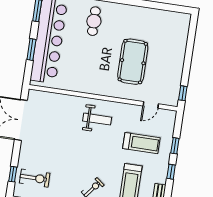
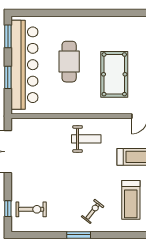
cafe table: (94, 21) -> (69, 62), moved, width x1.37, depth x1.35

